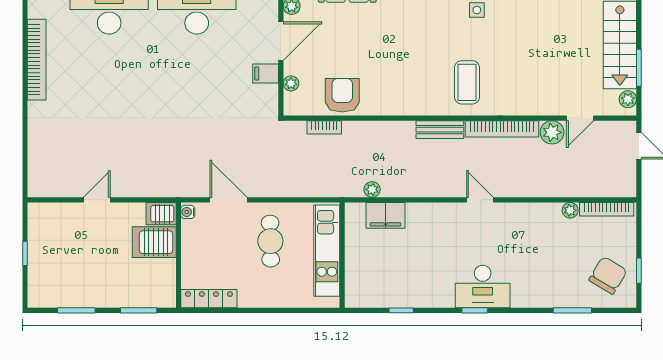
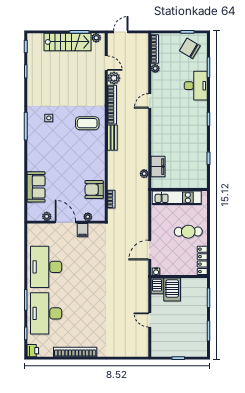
door: (480, 200) -> (150, 101), moved
cafe table: (270, 241) -> (188, 232), moved
desk: (483, 287) -> (196, 86), moved

